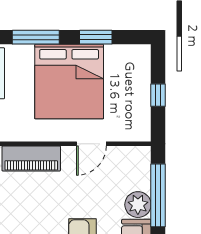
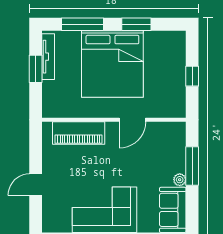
window: (158, 195) -> (192, 166), width x0.68
plant: (138, 205) -> (180, 180), width x0.53, depth x0.53

